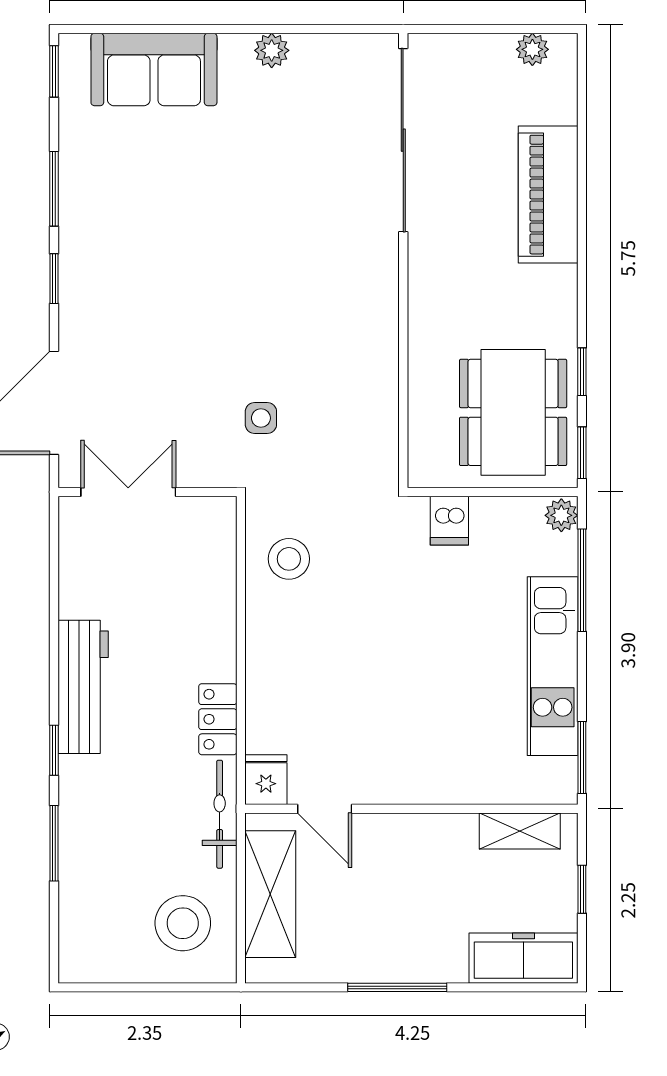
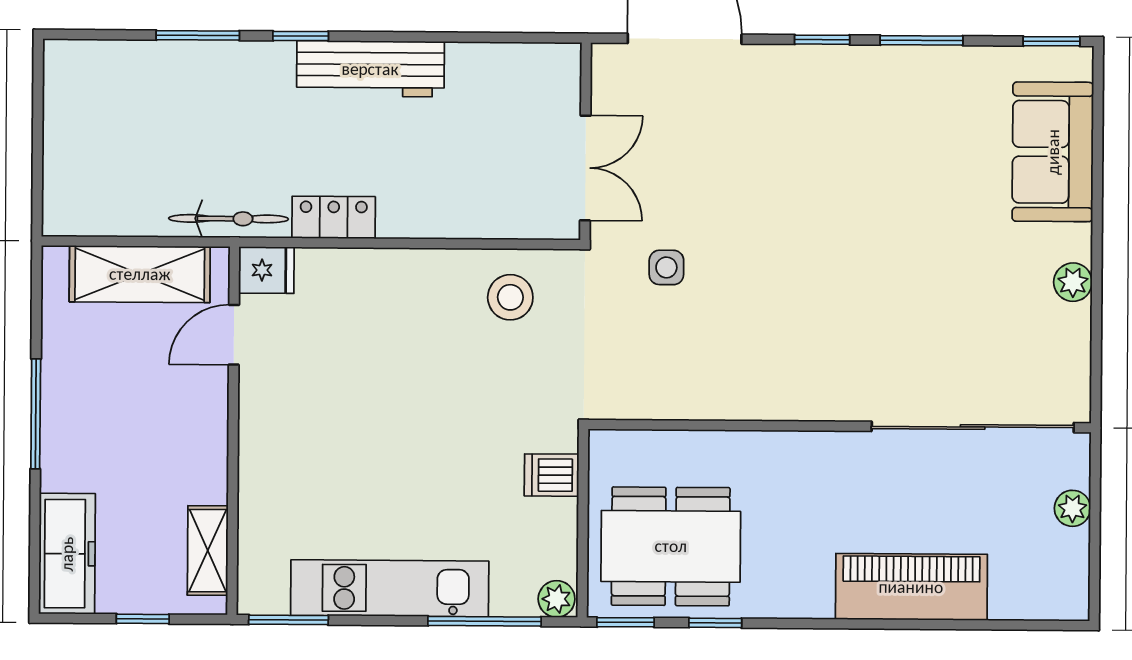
plant: (532, 49) -> (1072, 508), moved
double door: (128, 492) -> (585, 168), moved
stool: (183, 923) -> (108, 177), removed

